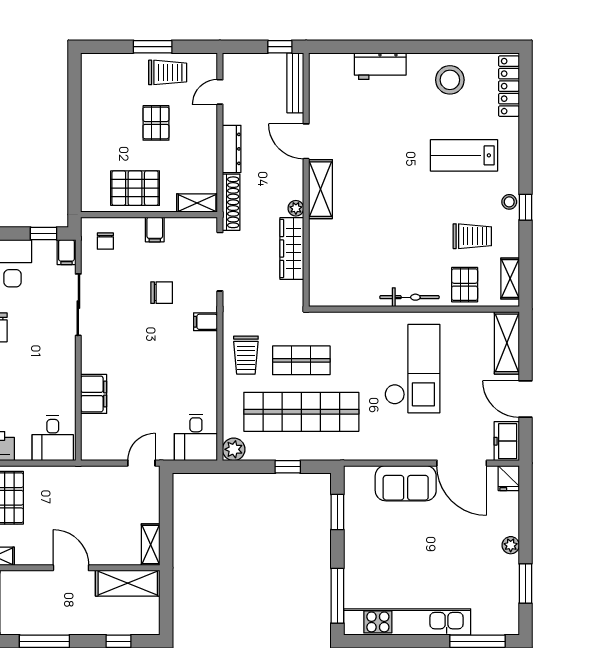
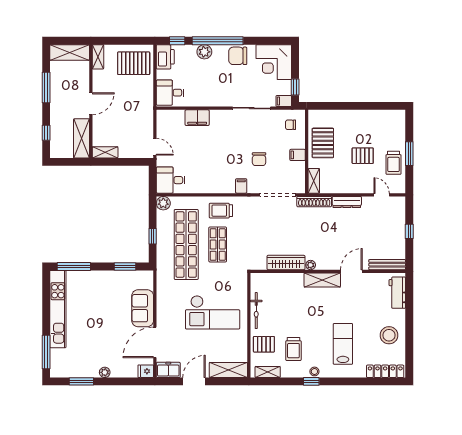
bench: (295, 83) -> (387, 265), moved
door: (306, 141) -> (351, 271), moved
wall: (306, 180) -> (328, 271), moved
shelving: (320, 189) -> (322, 280), moved
plant: (296, 208) -> (311, 265), moved
wardrobe: (292, 248) -> (286, 262), moved

